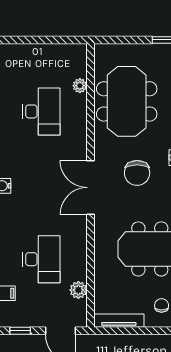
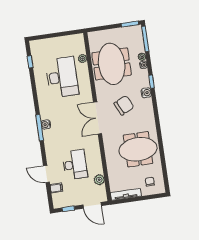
desk: (41, 111) -> (62, 77), width x1.36, depth x1.30
chair: (137, 173) -> (124, 105), turned -115

